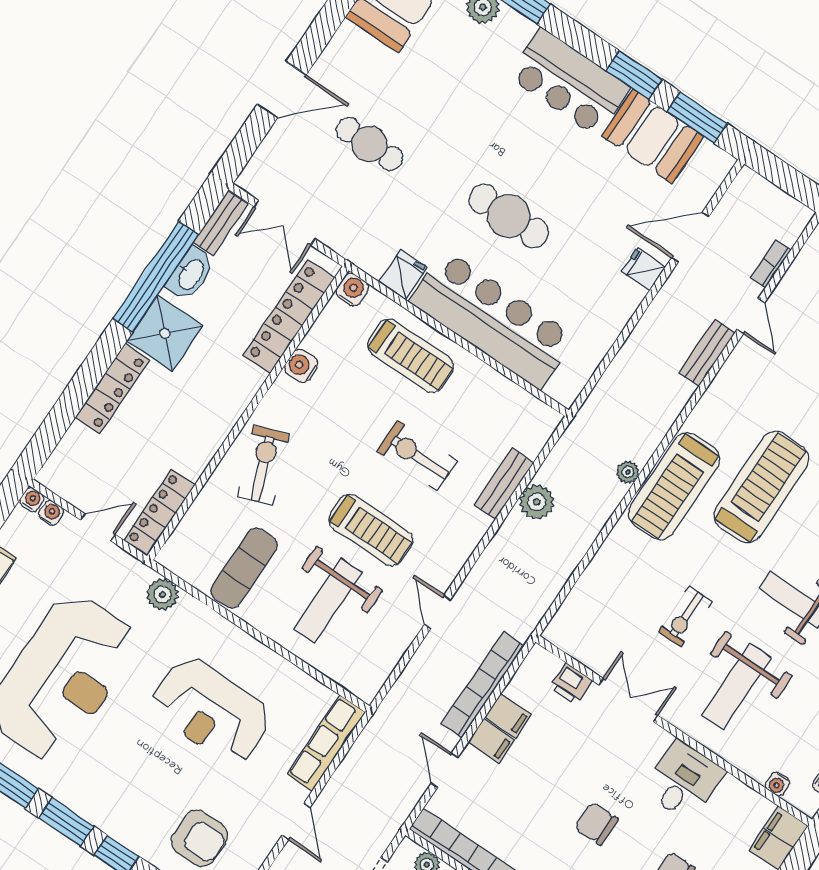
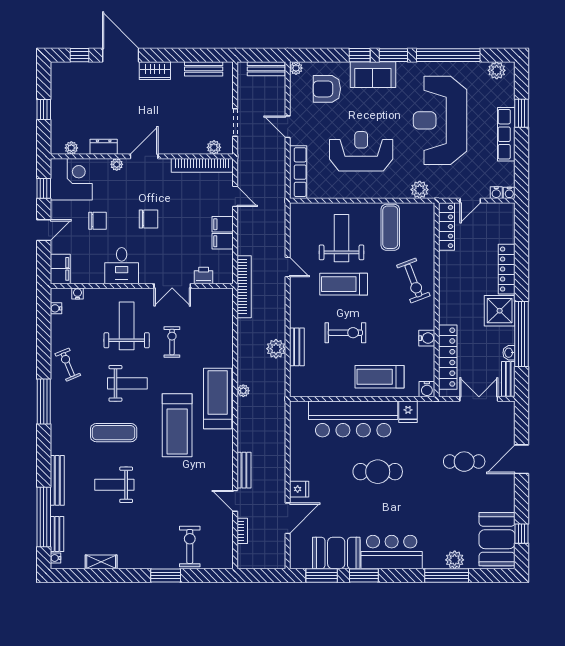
washbasin: (190, 274) -> (509, 353), width x0.52, depth x0.69
bookcase: (483, 685) -> (244, 287), moved
sofa: (116, 813) -> (373, 75), added

